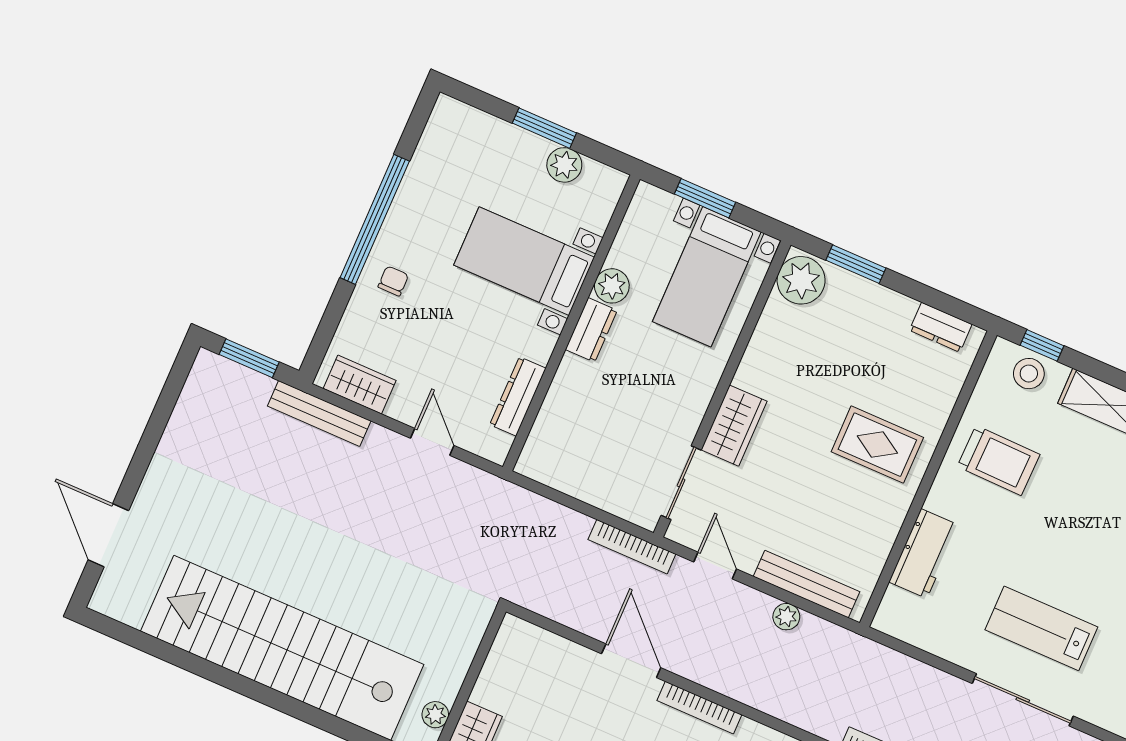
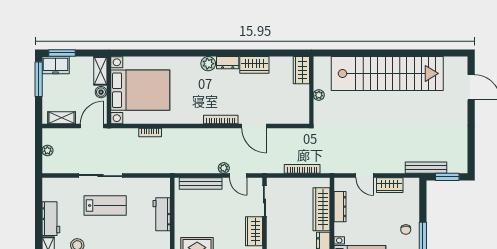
wardrobe: (360, 385) -> (390, 185), moved
wardrobe: (562, 408) -> (322, 209), added
bench: (319, 413) -> (426, 168), moved
bookcase: (632, 547) -> (302, 169), moved
plant: (786, 617) -> (224, 168), moved
plant: (435, 715) -> (319, 95), moved

